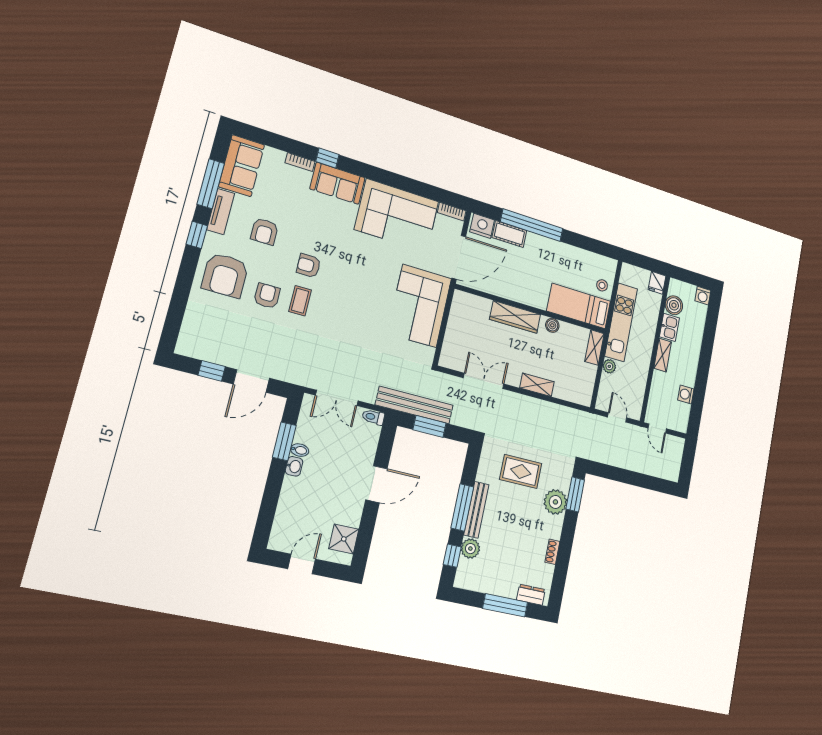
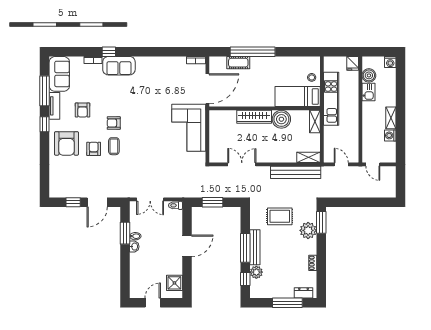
corner sofa: (397, 215) -> (161, 74), removed
nightstand: (482, 226) -> (218, 63), removed
boiler: (552, 325) -> (281, 119), width x1.86, depth x1.86
shelving: (663, 355) -> (391, 118), moved
plant: (609, 366) -> (328, 131), removed
shelving: (537, 385) -> (308, 157), moved
bench: (414, 405) -> (296, 172), moved

